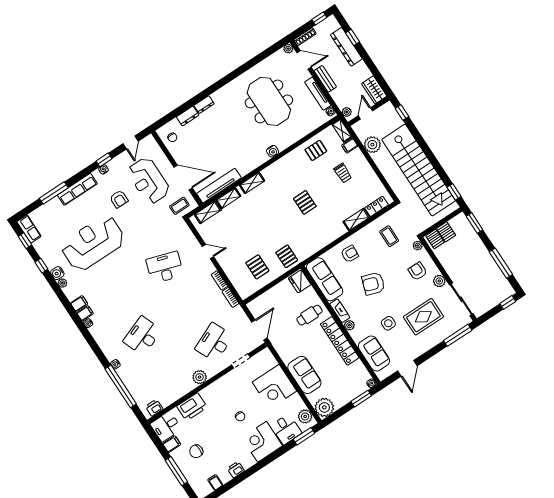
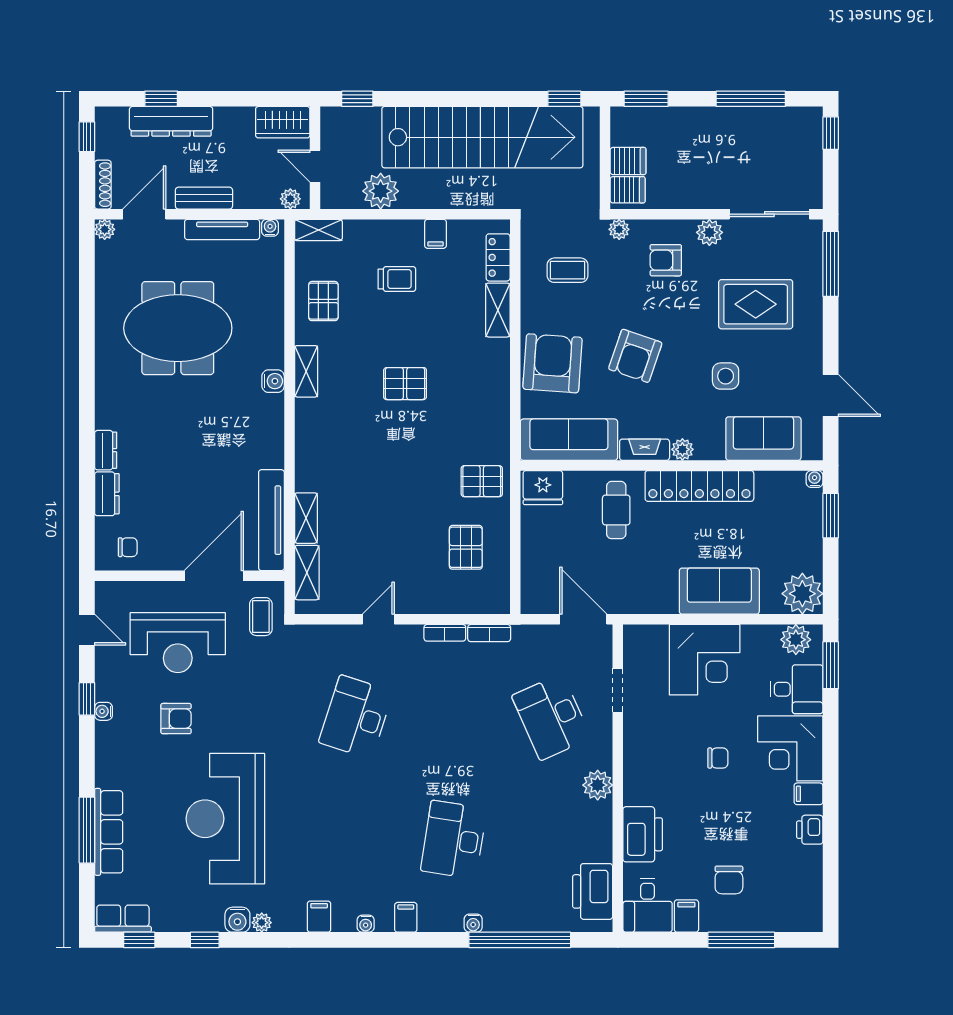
filing cabinet: (350, 146) -> (435, 234), moved
shelving: (252, 183) -> (306, 371), moved
row of seats: (77, 189) -> (109, 832), moved
armchair: (350, 254) -> (552, 363), width x1.88, depth x1.88
pallet: (257, 267) -> (466, 547), turned 90
filing cabinet: (85, 313) -> (406, 917), moved
rug: (423, 317) -> (756, 304), turned 90
desk: (142, 336) -> (454, 840), turned 30
printer: (154, 408) -> (593, 891), width x1.87, depth x1.48
filing cabinet: (215, 482) -> (808, 794), moved

